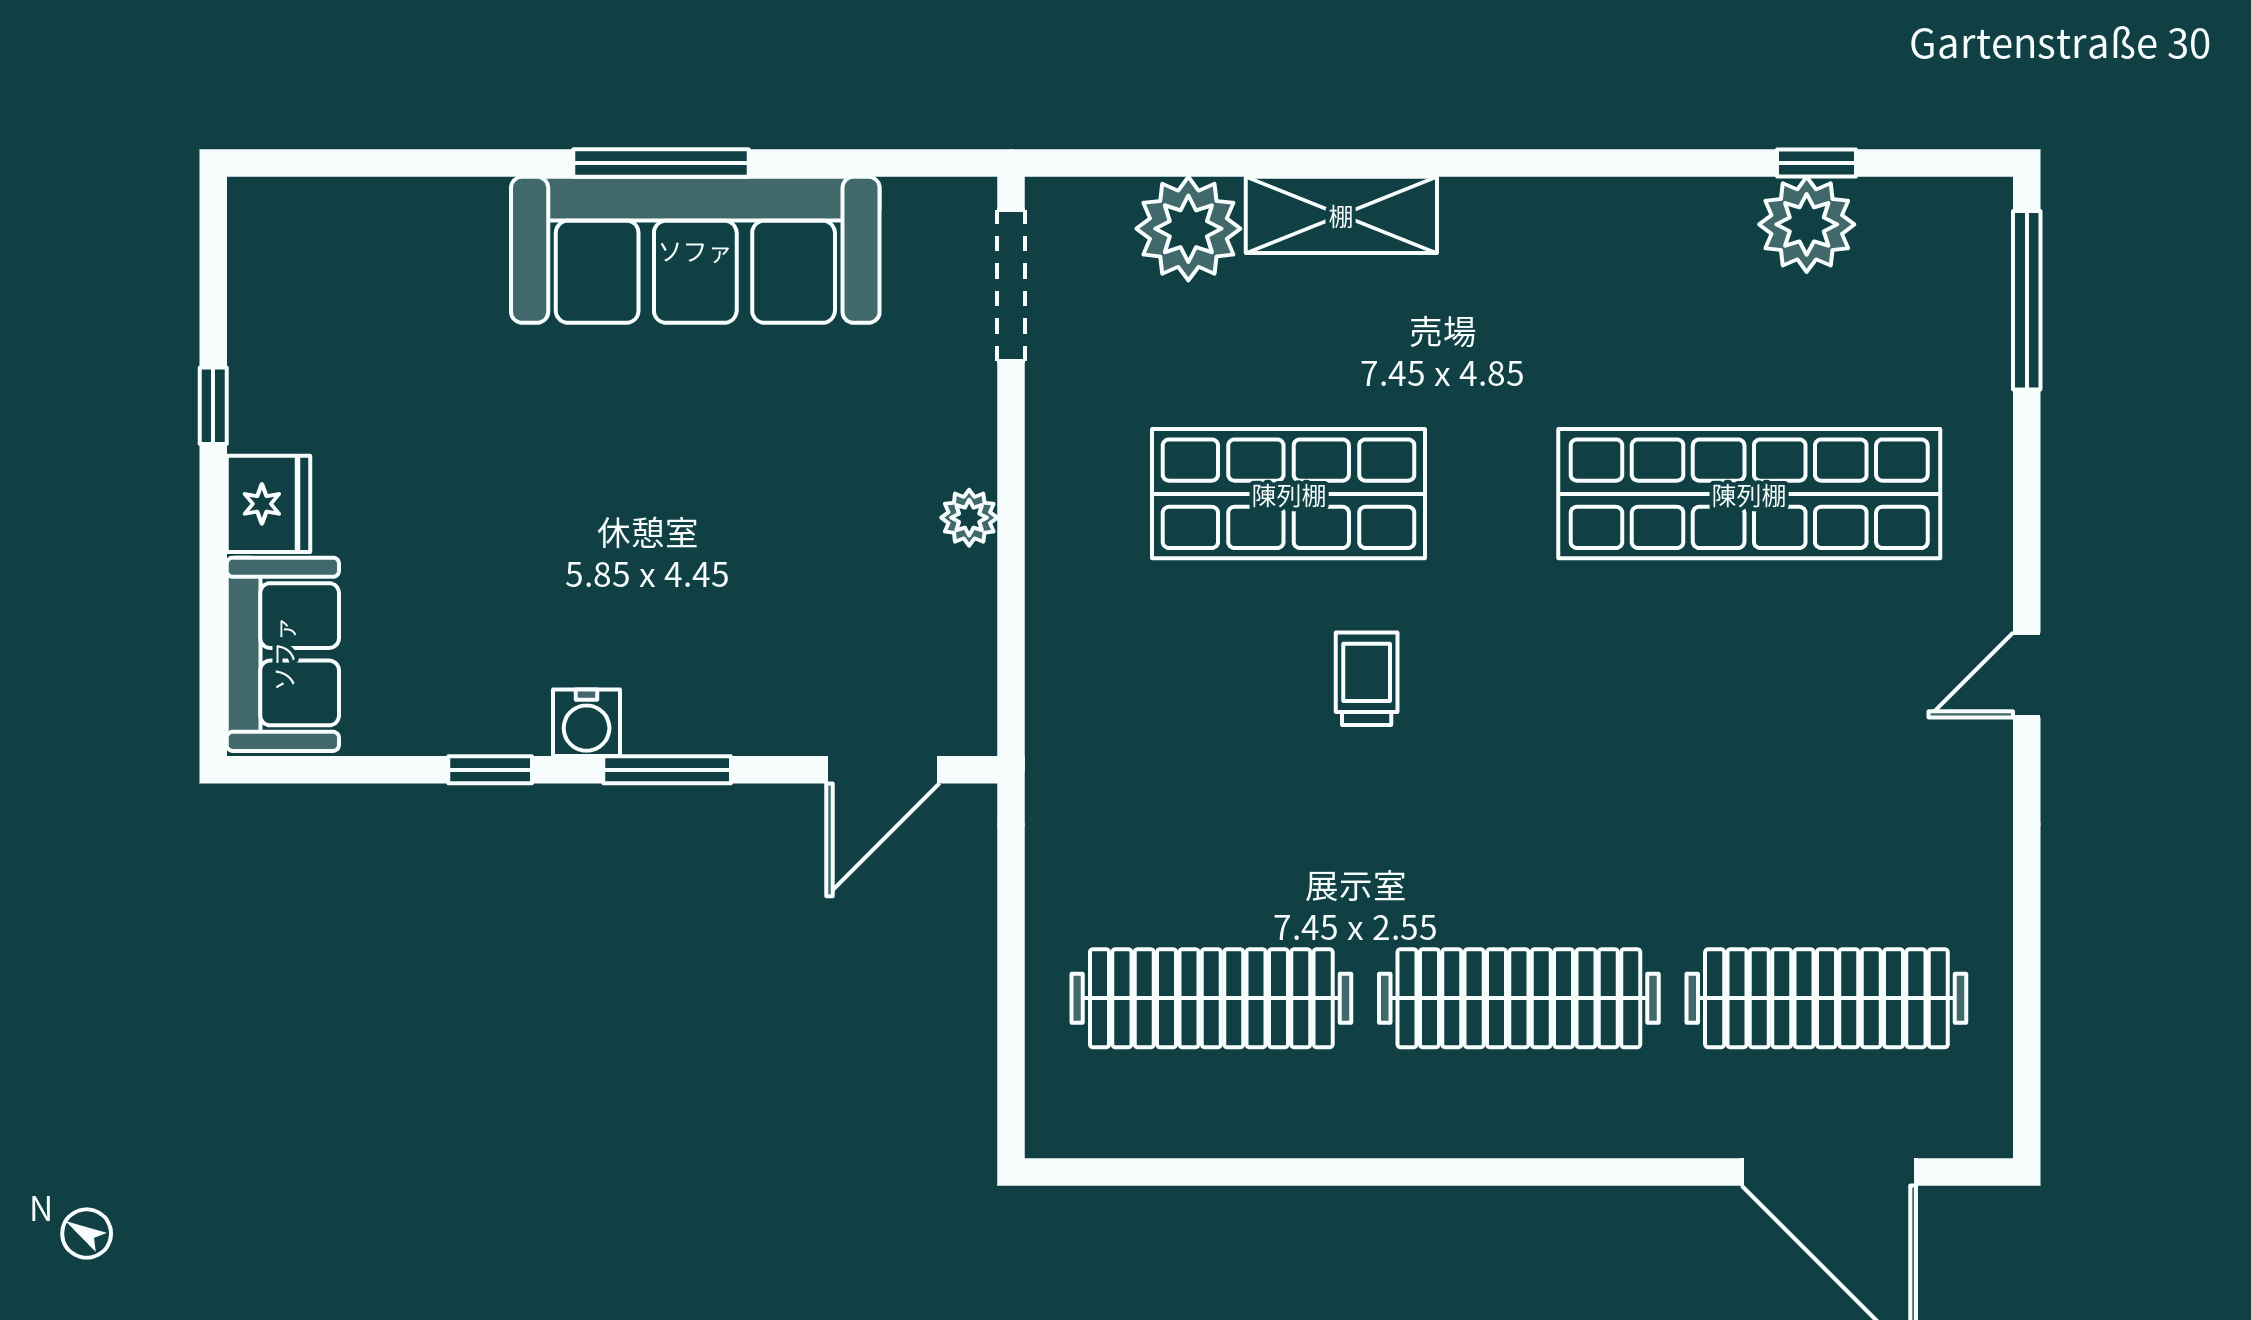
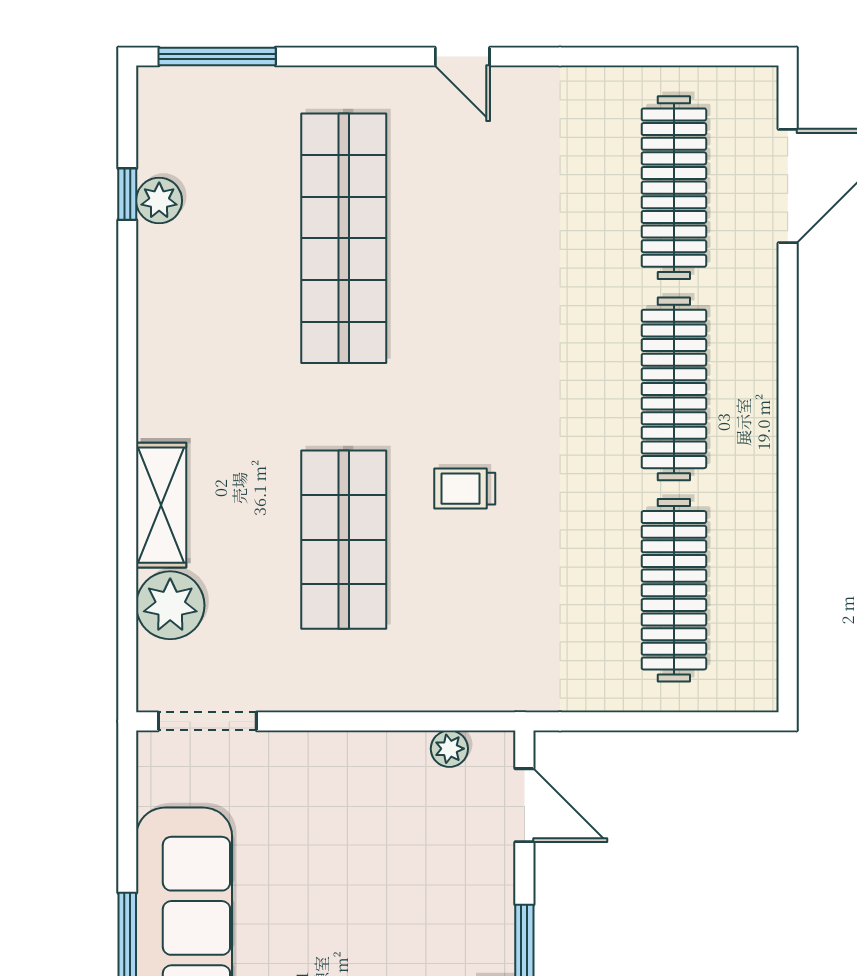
plant: (1807, 224) -> (159, 201), width x0.73, depth x0.73
plant: (969, 518) -> (449, 749), moved

